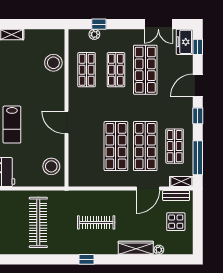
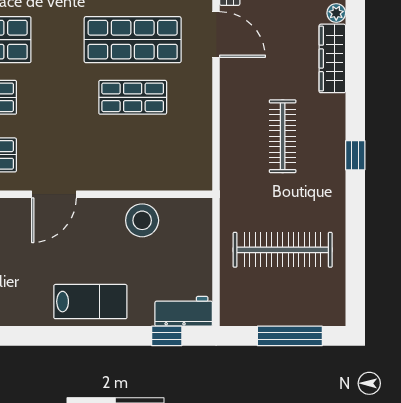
door: (67, 122) -> (54, 194), moved
shop shelf: (116, 146) -> (133, 97), width x0.70, depth x0.74
stool: (51, 166) -> (142, 220), moved

